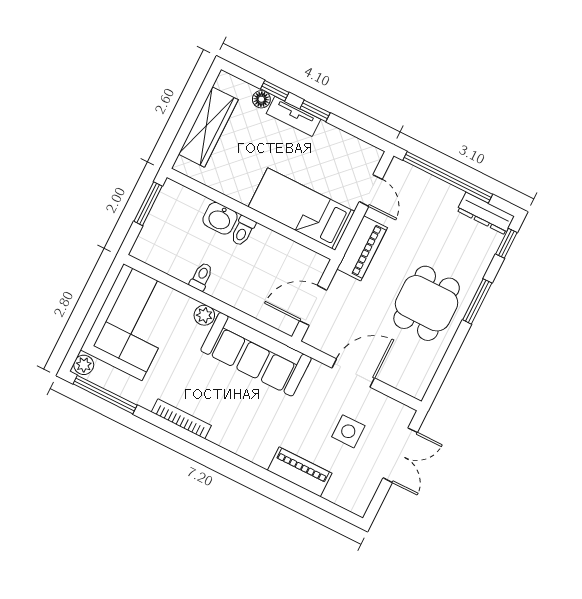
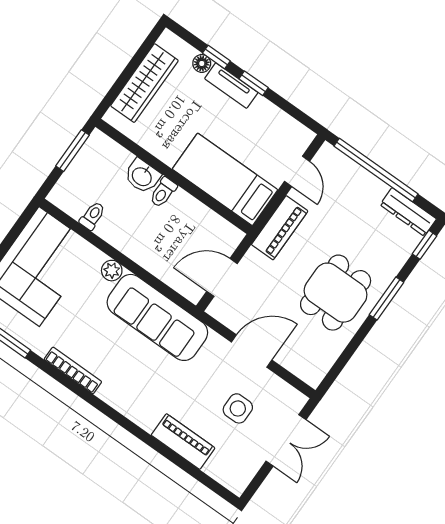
toilet: (201, 277) -> (92, 216), moved

